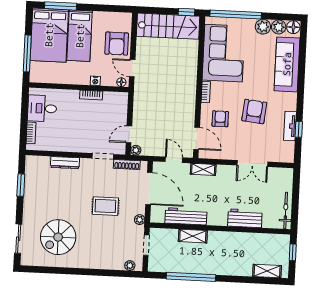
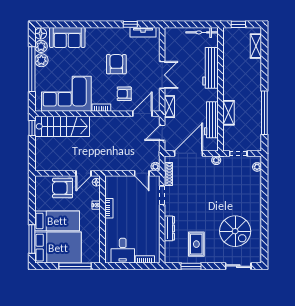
window: (236, 14) -> (32, 69), moved
stairs: (168, 26) -> (62, 126), moved, turned 90
armchair: (117, 44) -> (63, 188), turned 180
sofa: (287, 64) -> (67, 37), width x0.73
armchair: (254, 111) -> (116, 64), turned 84
tv unit: (290, 126) -> (143, 32), moved
double door: (252, 164) -> (162, 75), moved
rug: (105, 206) -> (196, 244), moved
workbench: (245, 218) -> (211, 68), width x1.38

